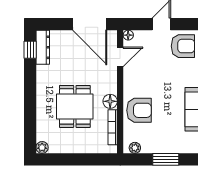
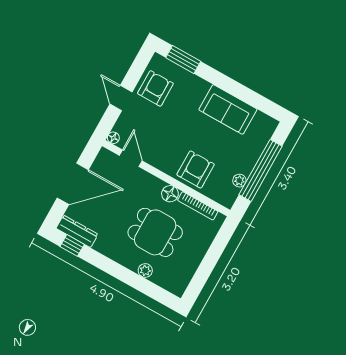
door: (90, 24) -> (73, 184), moved
plant: (42, 147) -> (145, 271), moved
plant: (135, 148) -> (239, 181), moved
window: (166, 159) -> (261, 170), width x2.11

